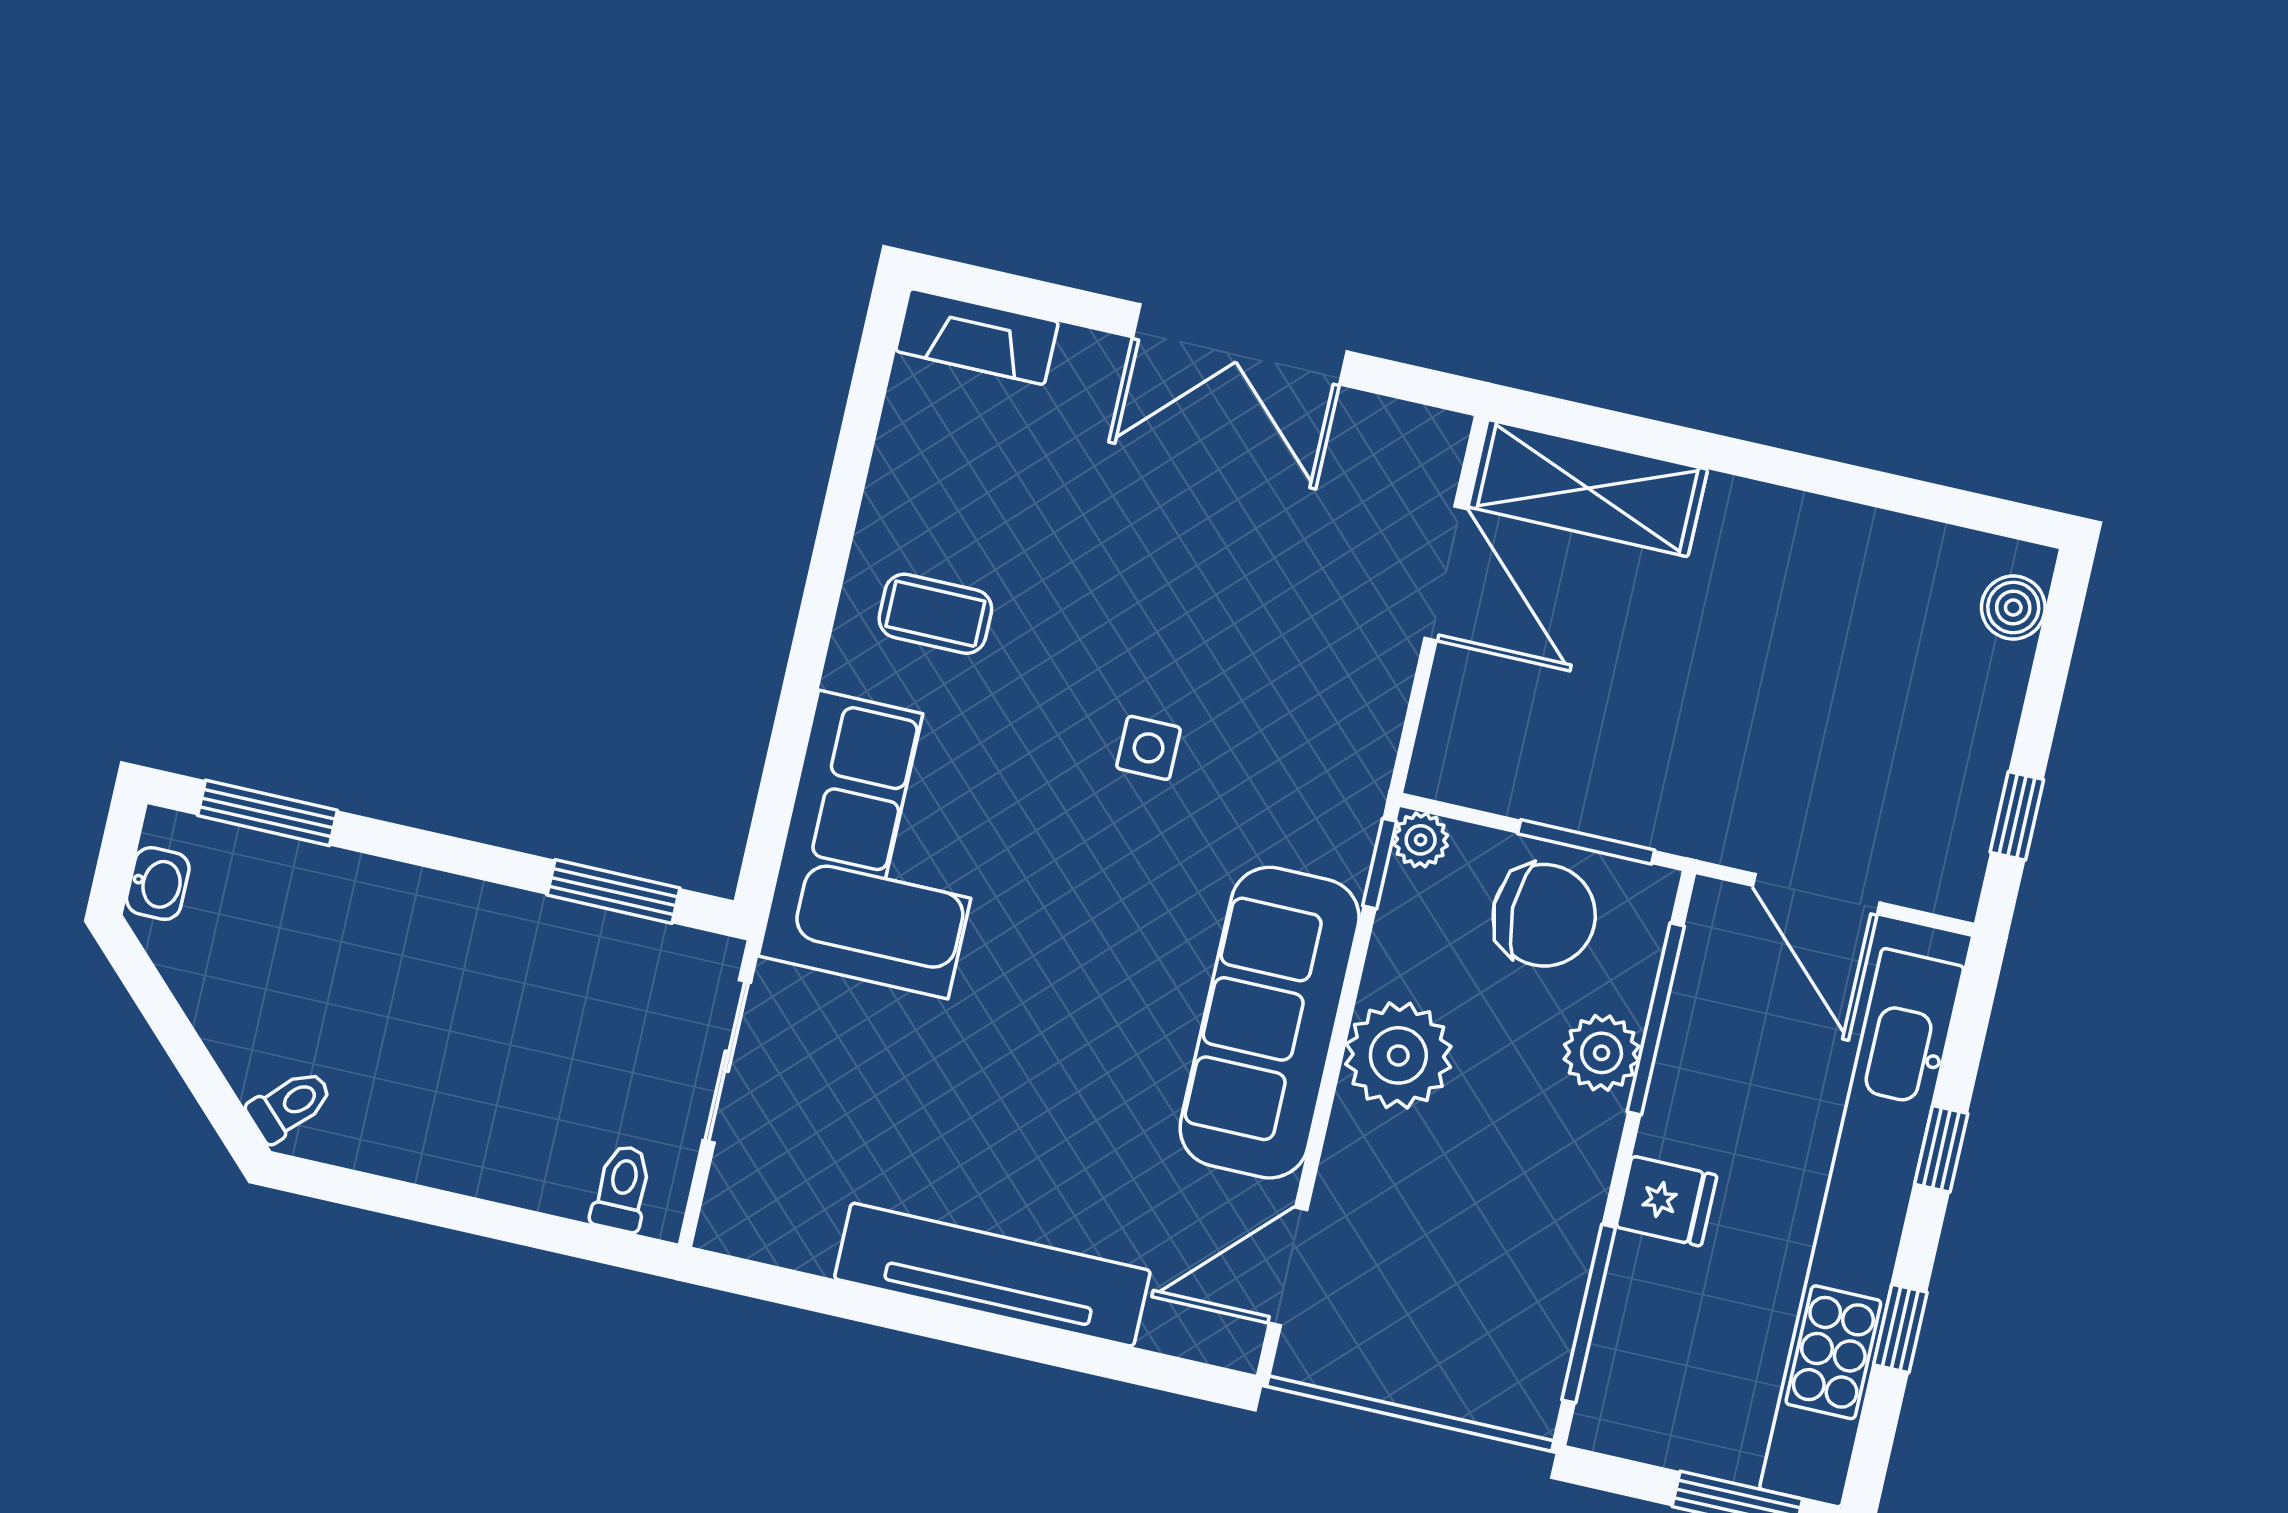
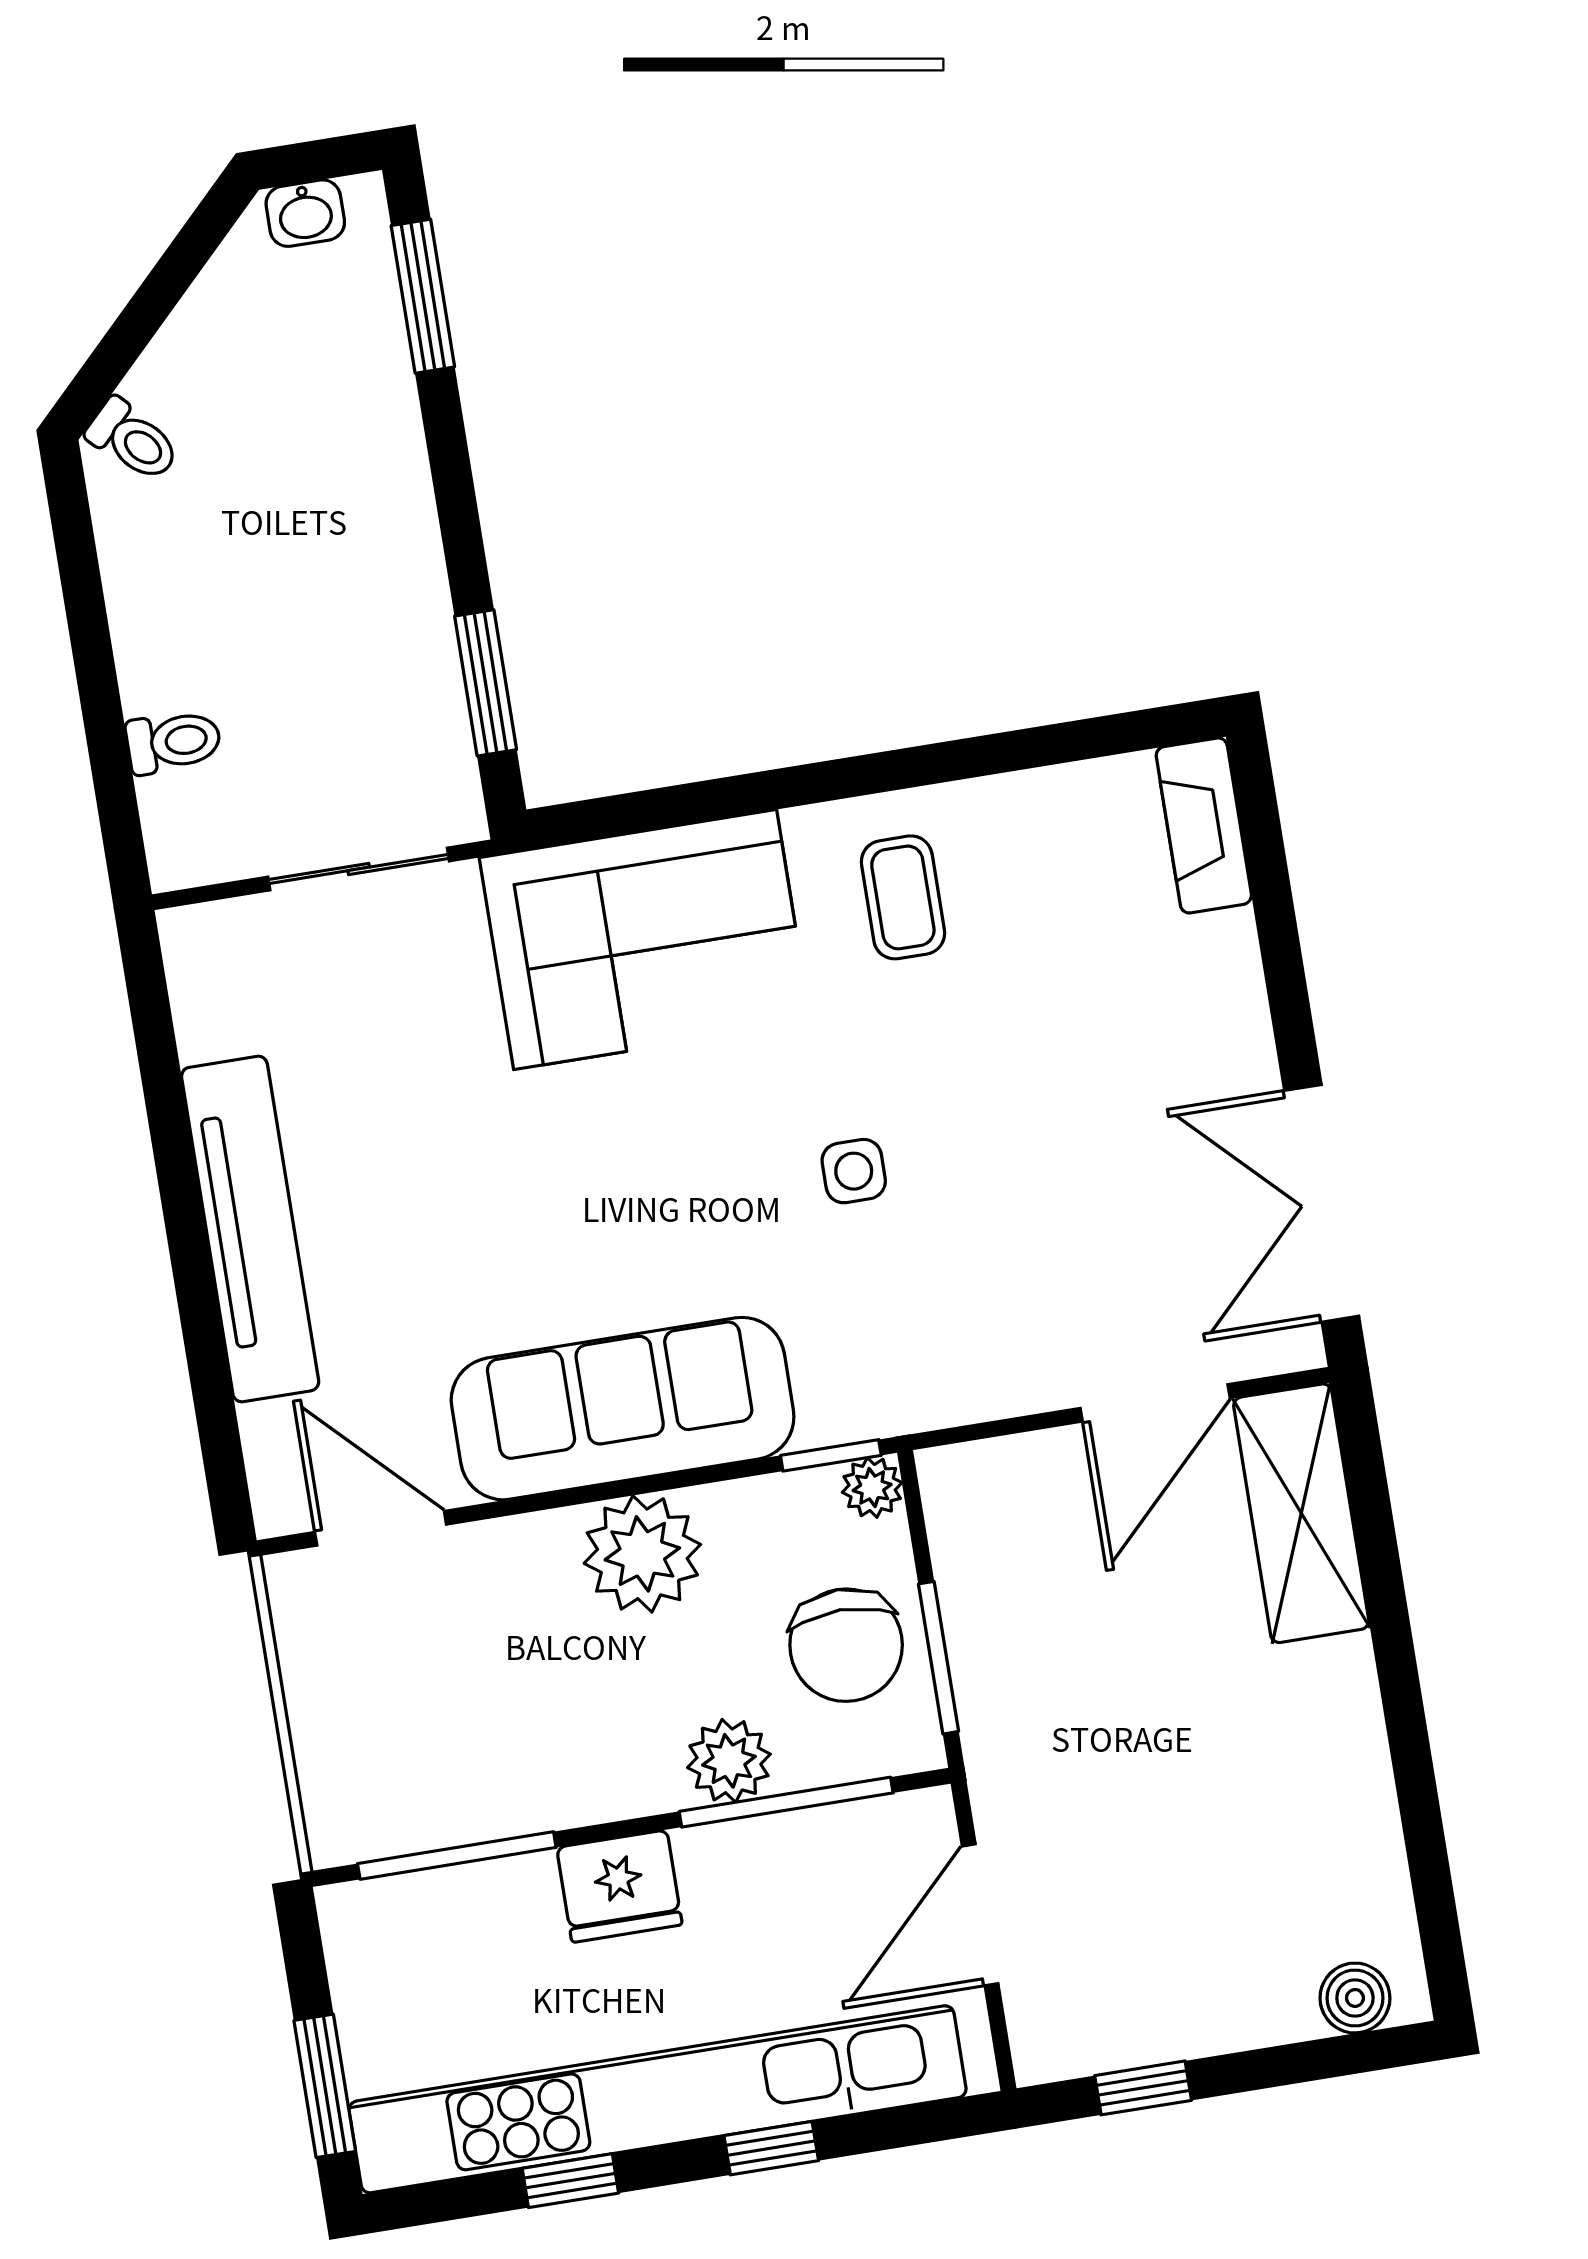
double door: (1240, 344) -> (1322, 1203), moved
toilet: (622, 1188) -> (174, 742), moved
fridge: (1667, 1201) -> (619, 1886), width x1.38

